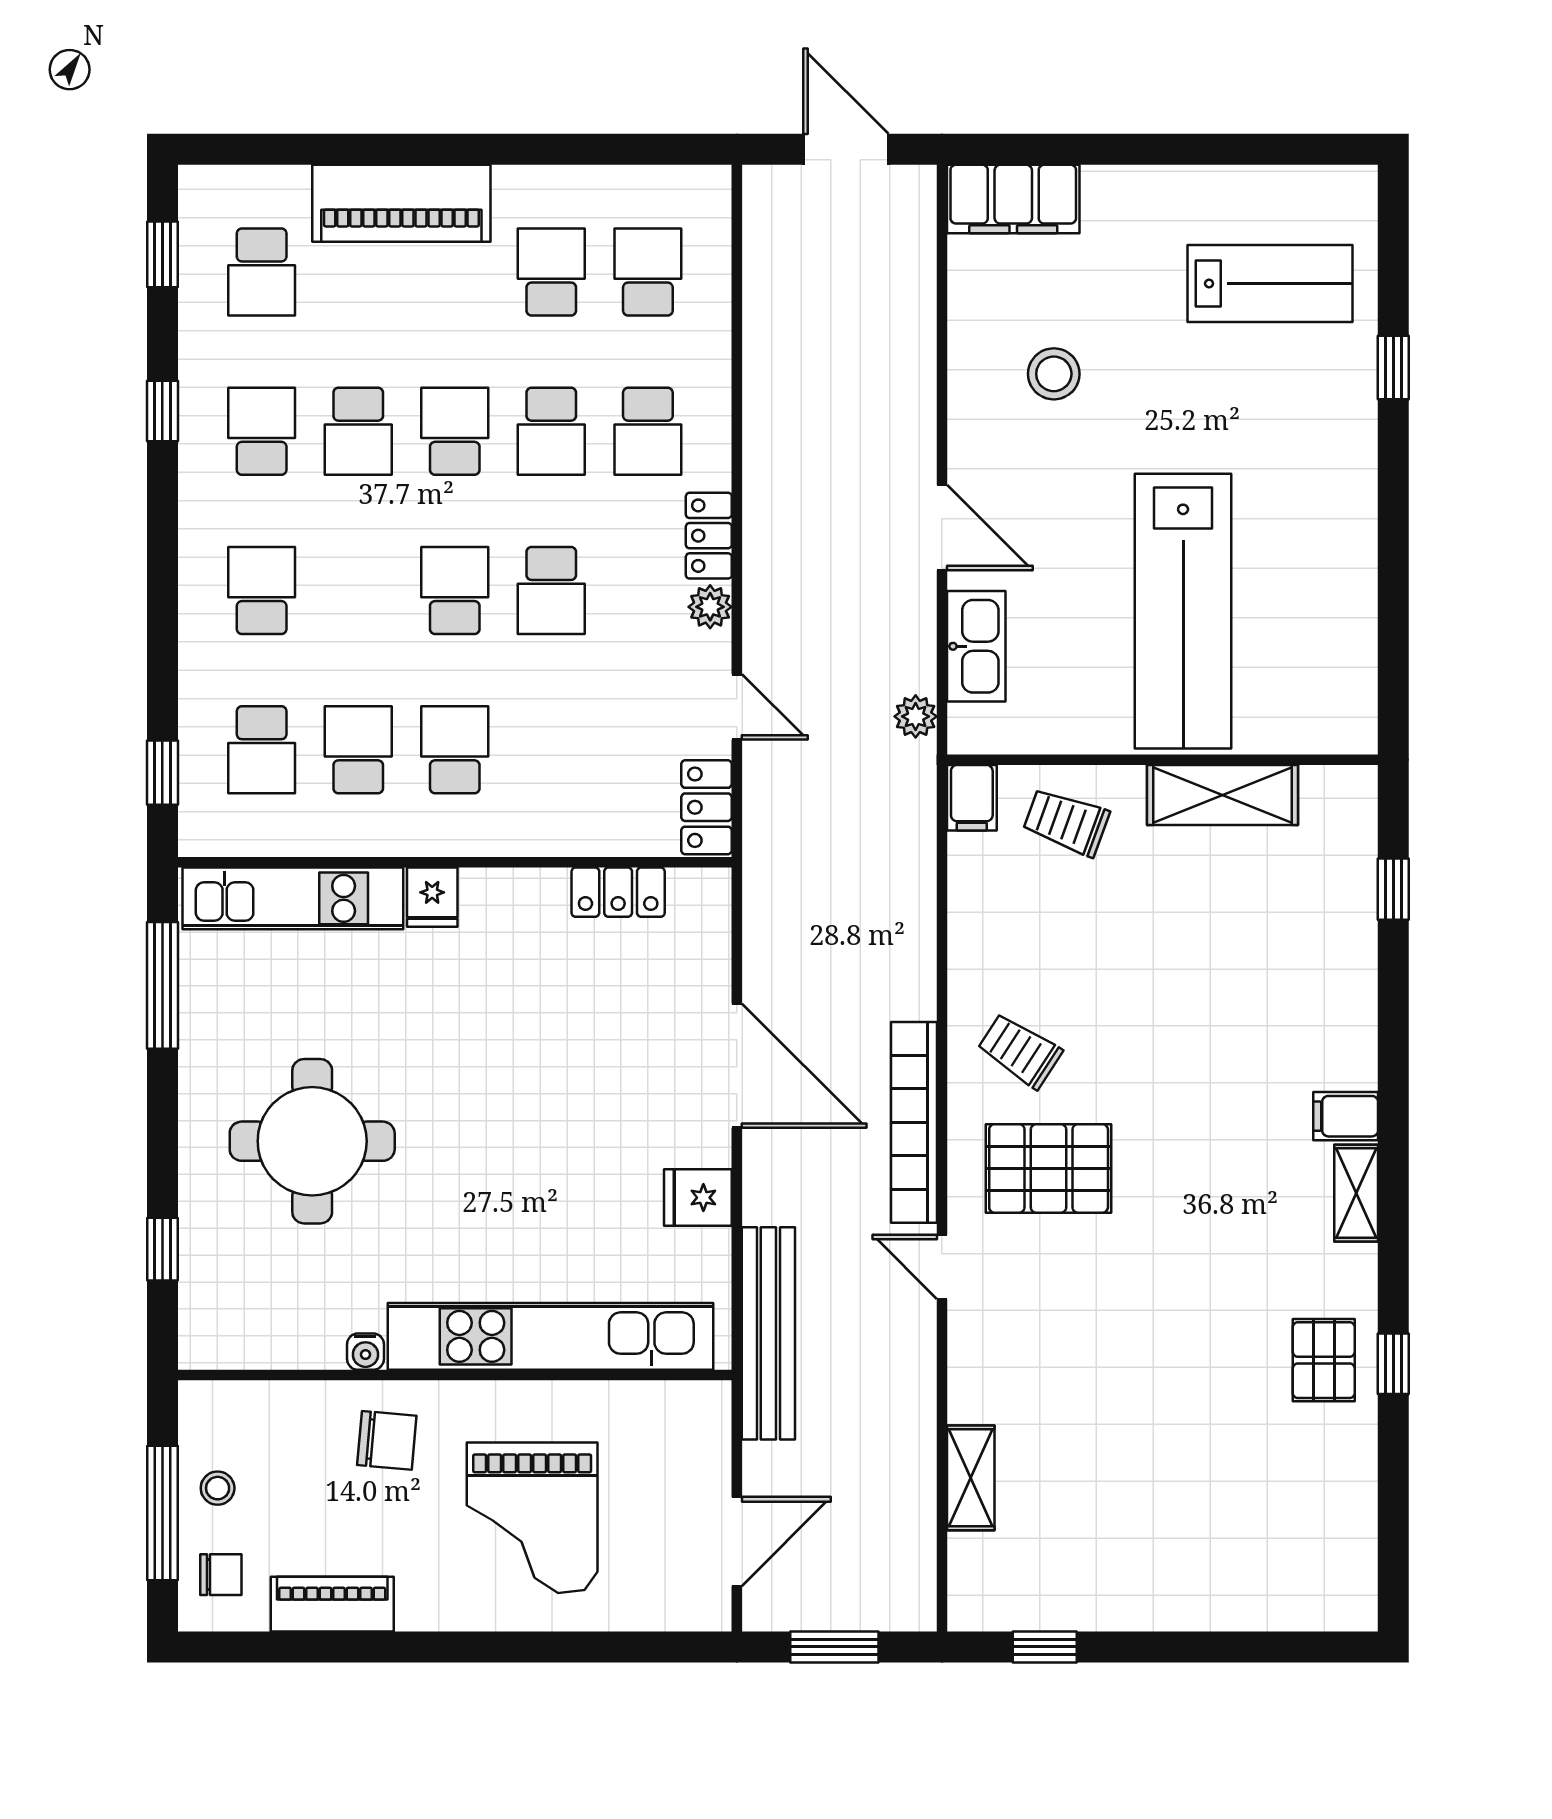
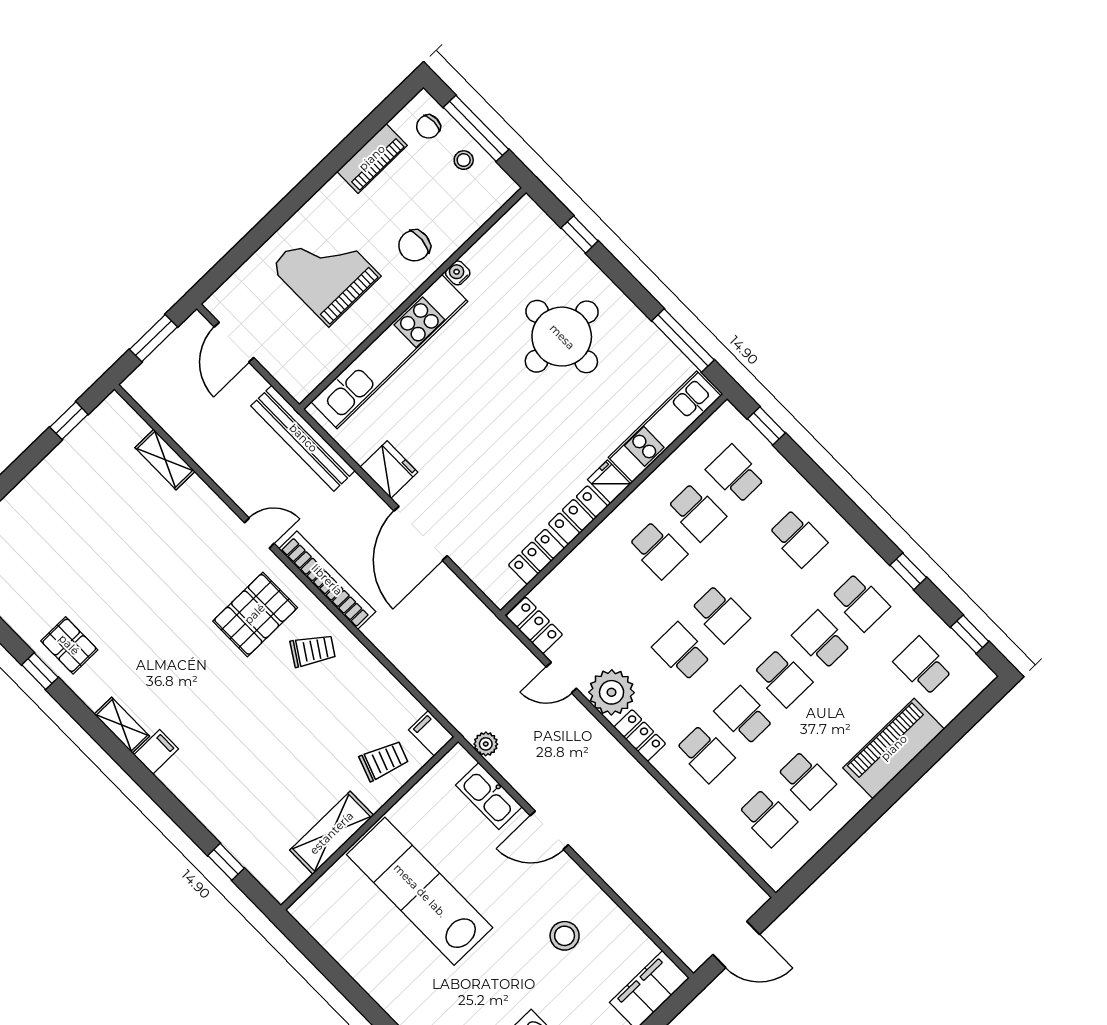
school desk: (648, 431) -> (705, 754), turned 180
plant: (710, 607) -> (612, 692), width x1.88, depth x1.88
locker: (513, 894) -> (578, 515), added
door: (737, 1066) -> (421, 533), hinge flipped
fridge: (698, 1198) -> (389, 470), width x1.38

